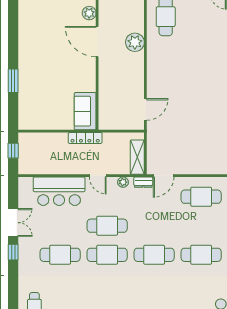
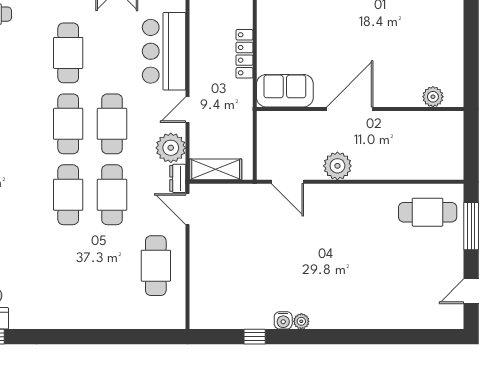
door: (97, 42) -> (350, 109), moved
plant: (135, 42) -> (337, 166), moved
locker: (85, 138) -> (244, 54), moved
plant: (123, 182) -> (171, 148), width x1.88, depth x1.88
cafe table: (201, 255) -> (112, 195), moved

